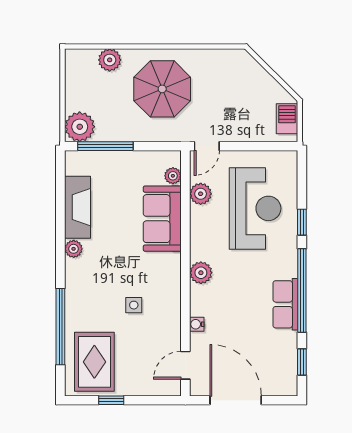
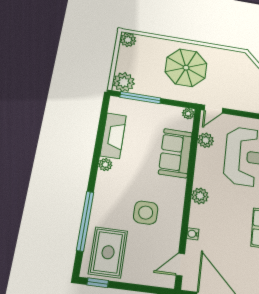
plant: (110, 60) -> (128, 40), moved
plant: (173, 176) -> (188, 114), moved
side table: (134, 305) -> (146, 213), width x1.87, depth x1.87
window: (111, 400) -> (98, 283), moved

